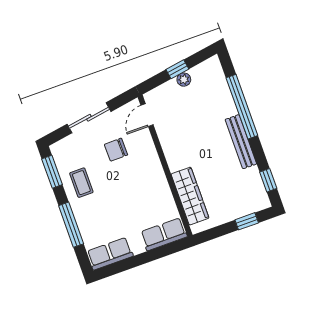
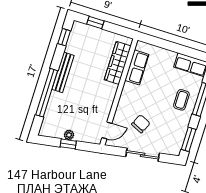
chair: (116, 150) -> (141, 124), turned -64
coffee table: (81, 183) -> (181, 100), moved
row of seats: (164, 234) -> (137, 67), moved, turned -90

